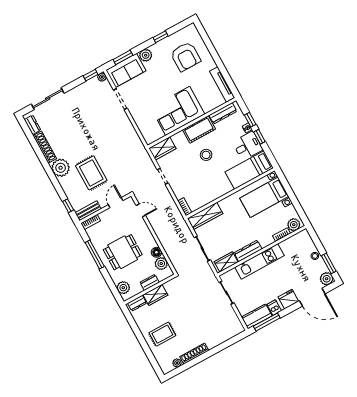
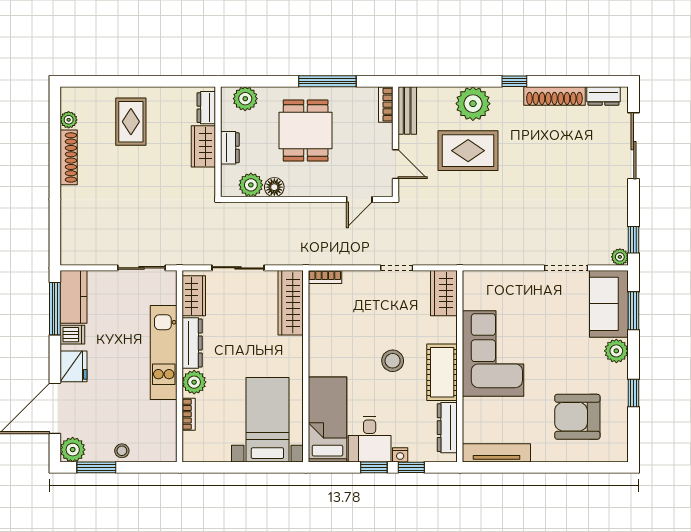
plant: (61, 168) -> (473, 104), moved
window: (68, 206) -> (514, 81), moved
plant: (294, 225) -> (194, 382), moved

